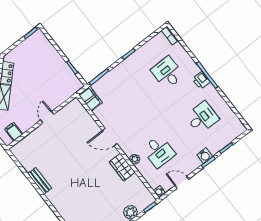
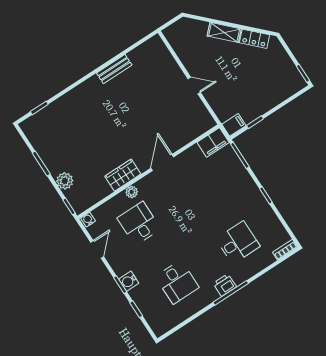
filing cabinet: (14, 132) -> (234, 125), moved
desk: (159, 151) -> (139, 223), turned 90

